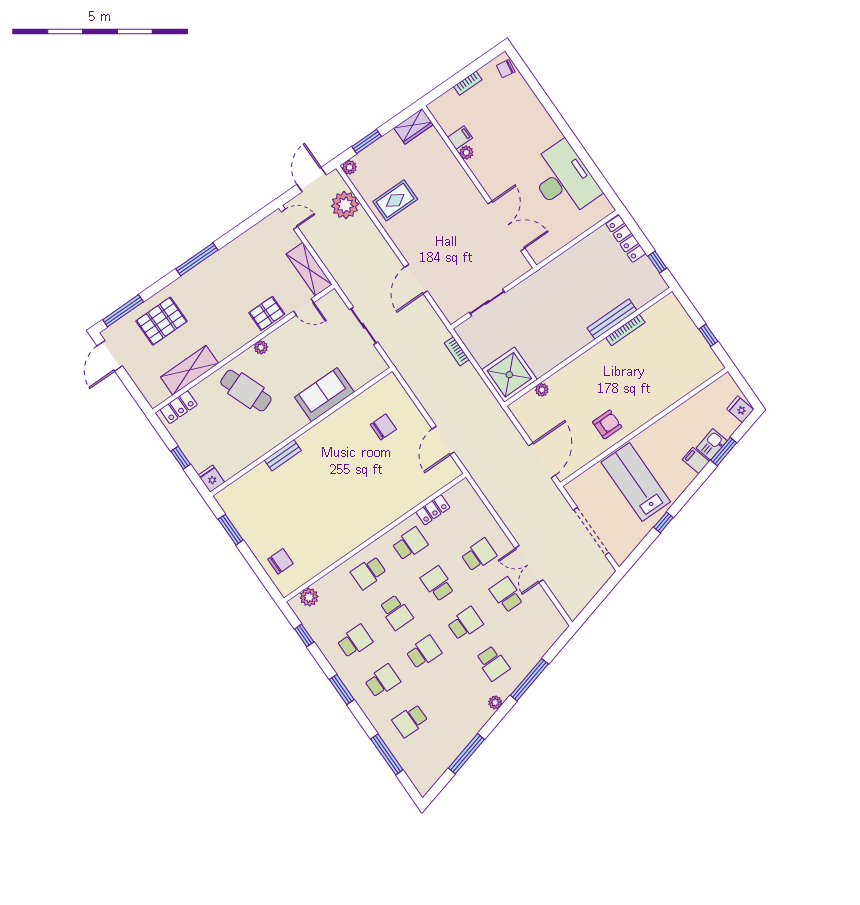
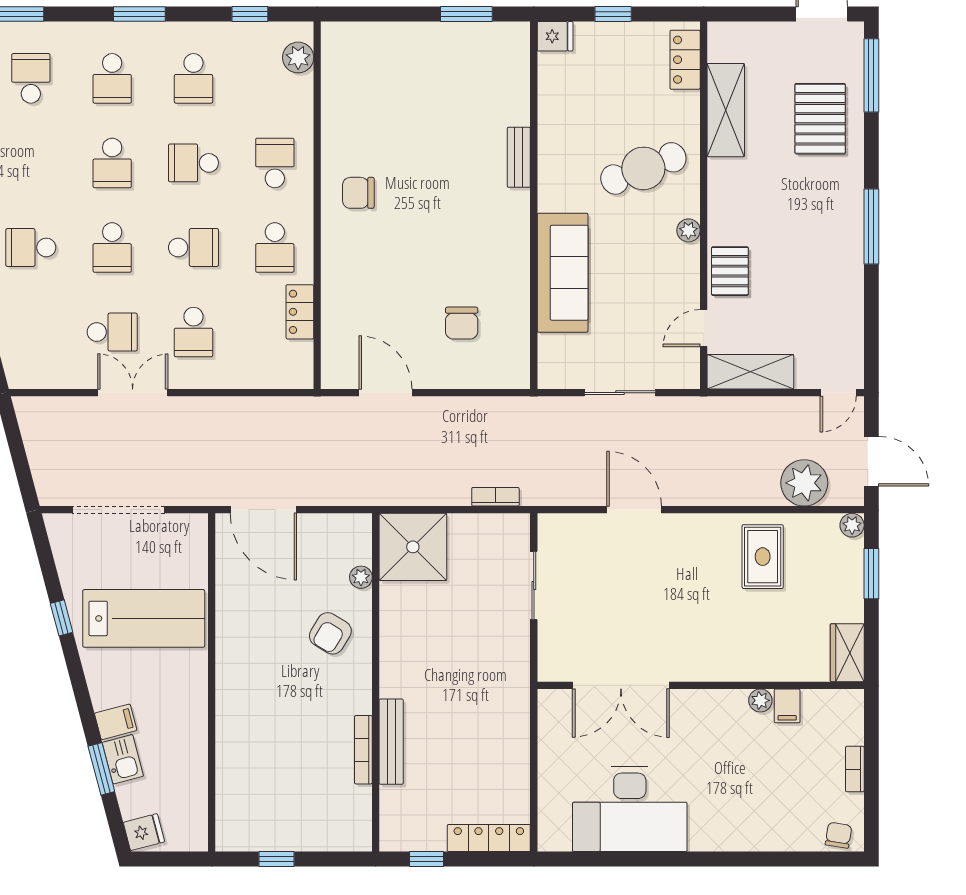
sofa: (324, 395) -> (563, 273), width x1.36
armchair: (607, 424) -> (330, 633), moved, turned 31
chair: (280, 561) -> (358, 193), moved, turned 90

